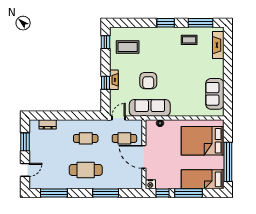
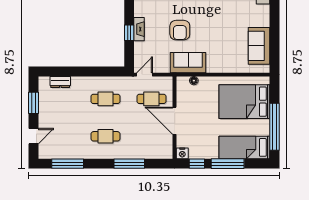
sofa: (150, 108) -> (188, 63), width x0.73
cafe table: (86, 170) -> (105, 136), width x0.73, depth x0.74

